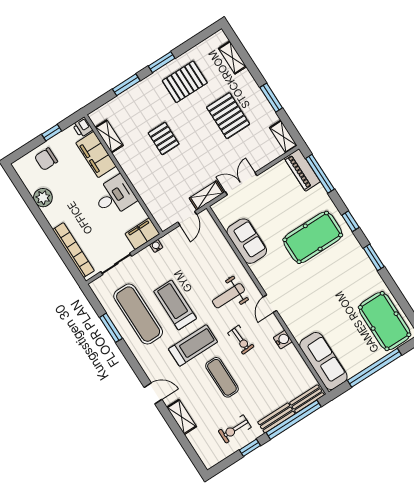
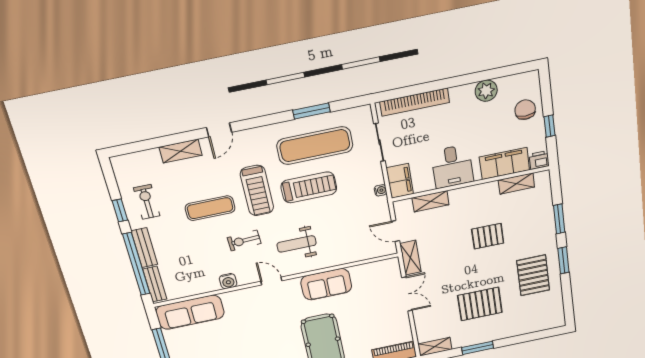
shelving: (232, 58) -> (430, 201), moved
sofa: (247, 241) -> (326, 284), moved
weight bench: (228, 296) -> (297, 244), turned -90

